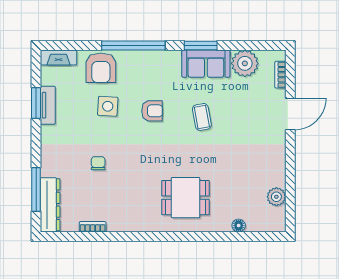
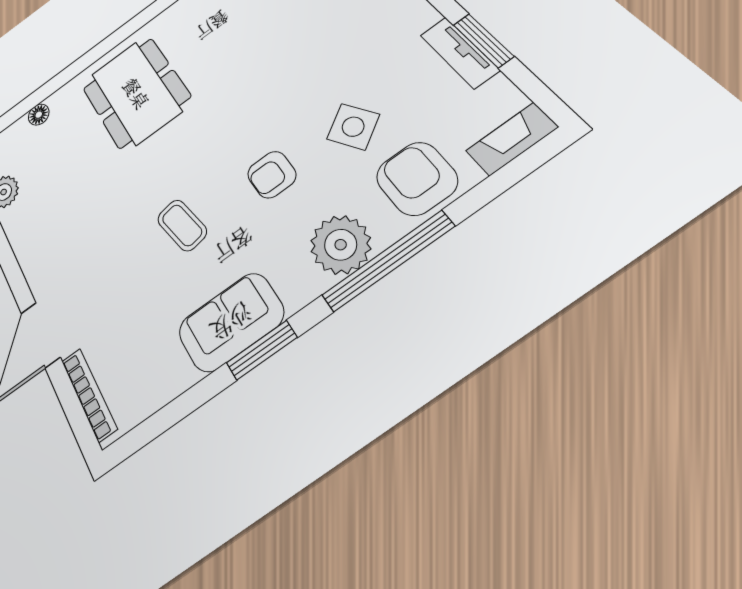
plant: (245, 63) -> (341, 245), moved
bookcase: (280, 75) -> (89, 394), width x1.56
side table: (108, 106) -> (353, 127), turned -36
chair: (98, 163) -> (302, 37), removed
dining table: (185, 198) -> (136, 93), width x1.38

